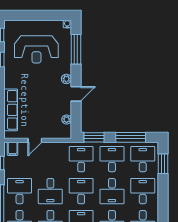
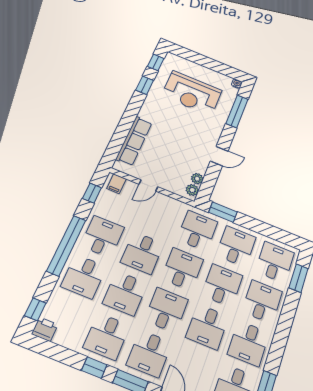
plant: (66, 79) -> (192, 190), moved
window: (131, 137) -> (268, 230), removed
desk: (112, 191) -> (222, 285), turned 180

